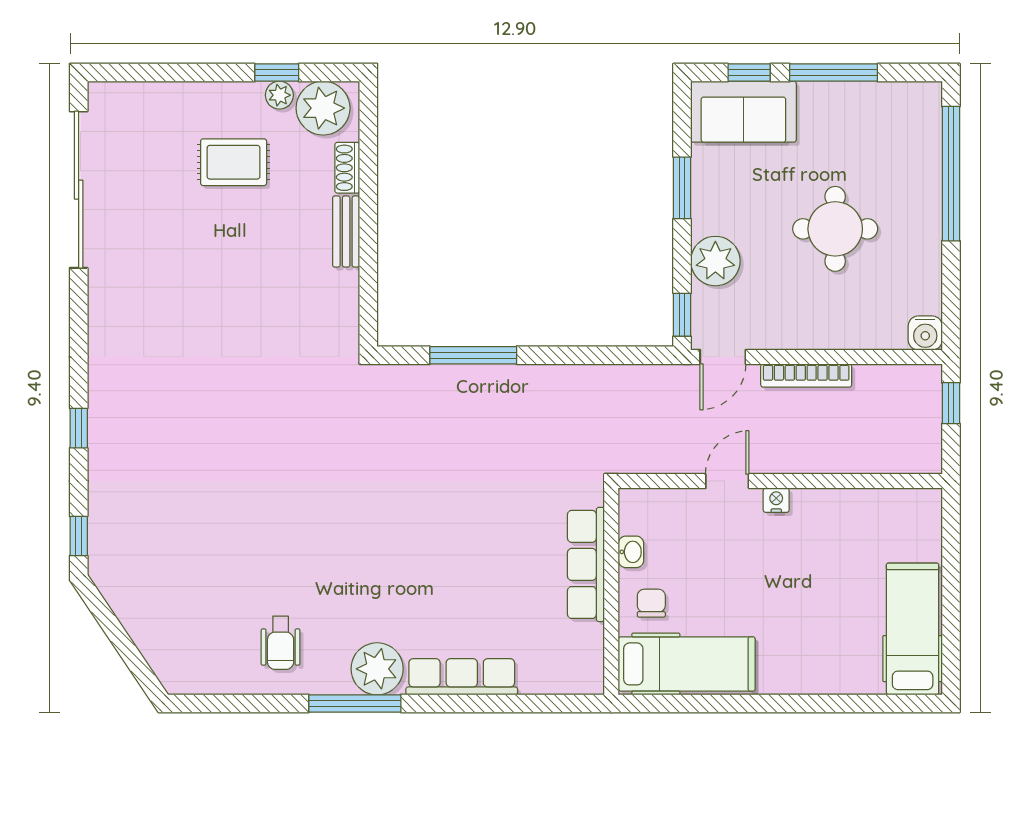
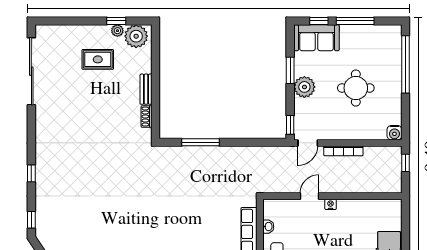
shoe rack: (347, 168) -> (147, 116), moved
plant: (715, 261) -> (304, 87), moved

